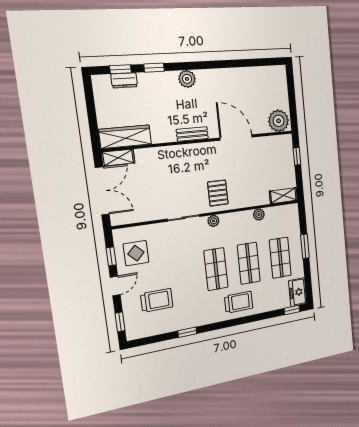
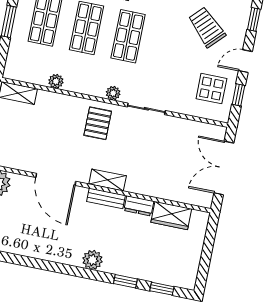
dresser: (124, 80) -> (139, 206), moved, turned 180
wardrobe: (125, 137) -> (171, 216), width x0.67
shelving: (118, 158) -> (108, 180), moved
trolley: (157, 300) -> (207, 27), turned 44

